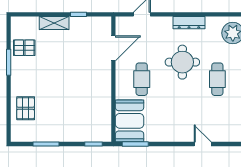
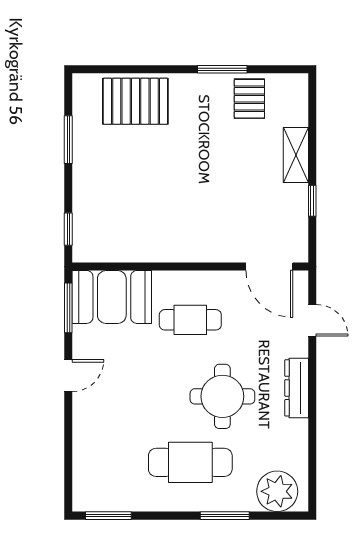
dresser: (189, 23) -> (297, 388), moved
door: (113, 48) -> (269, 267), moved
cafe table: (217, 79) -> (190, 462), width x1.37, depth x1.35
pallet: (26, 108) -> (135, 101), width x1.50, depth x1.42
door: (203, 144) -> (68, 376), moved

